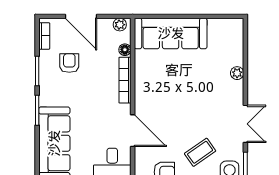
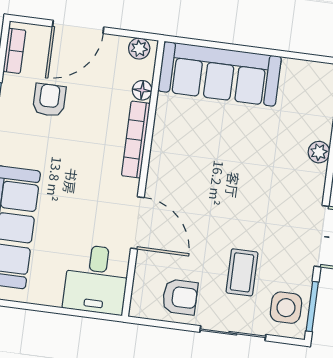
door: (81, 16) -> (78, 27), hinge flipped
coffee table: (200, 152) -> (242, 272), turned -55

